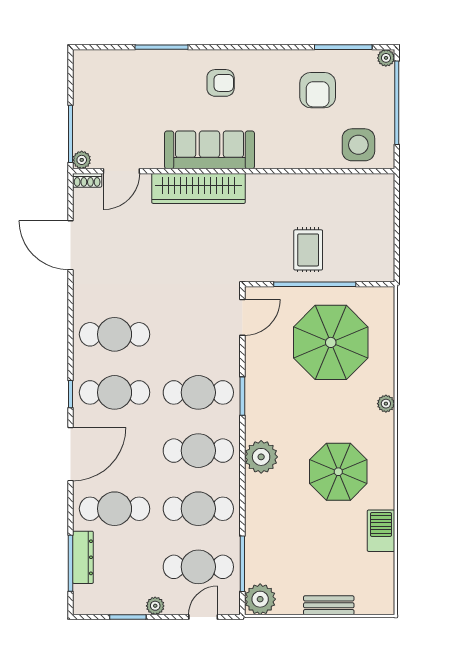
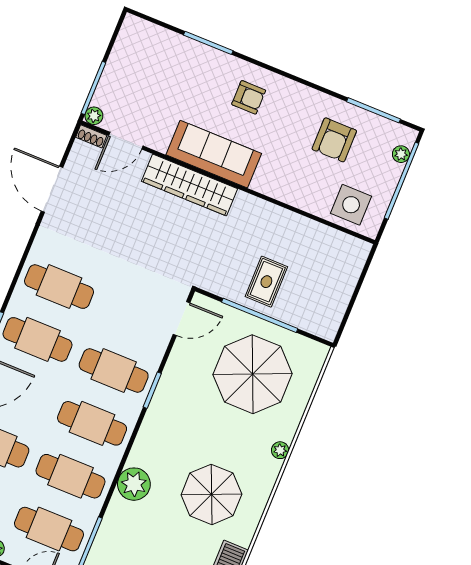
plant: (386, 58) -> (401, 154), moved
plant: (261, 457) -> (134, 484), moved

